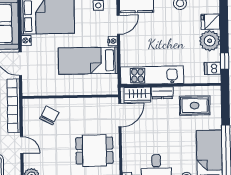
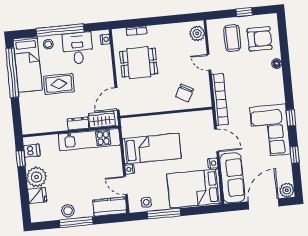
door: (118, 25) -> (126, 185), hinge flipped
rug: (195, 106) -> (59, 84), moved

